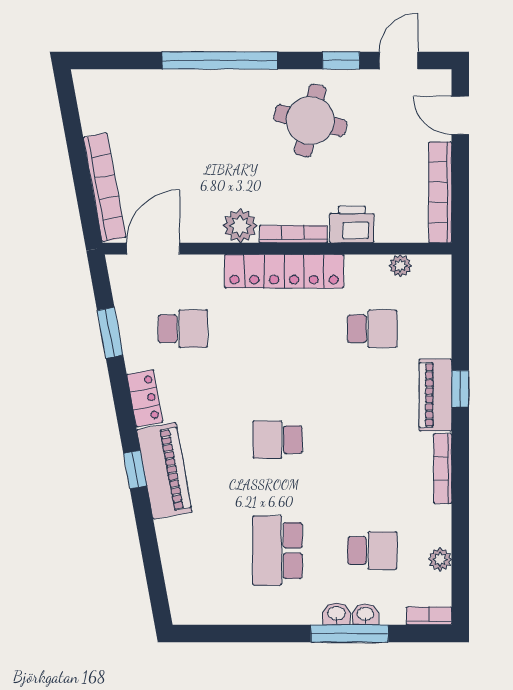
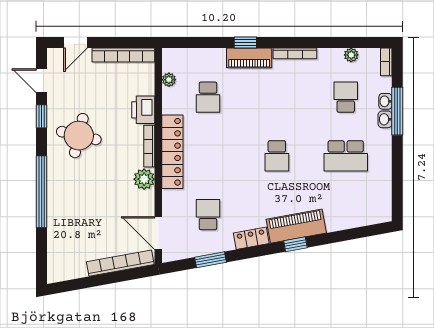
school desk: (372, 329) -> (208, 97), turned 180

